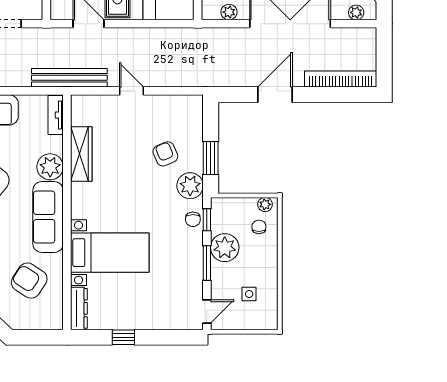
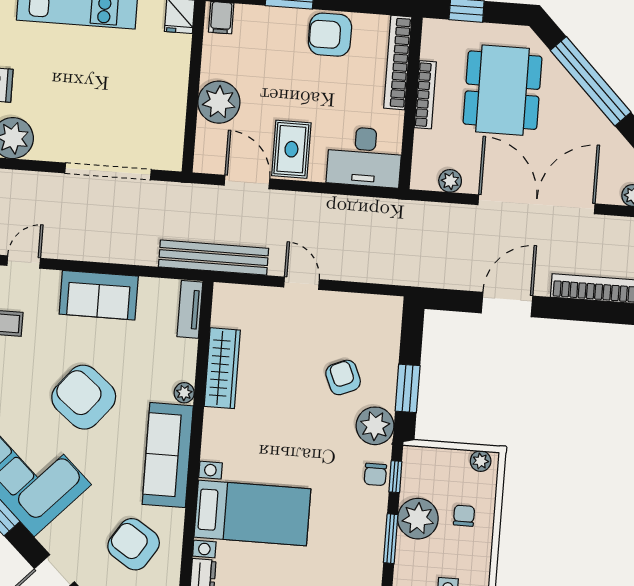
plant: (50, 167) -> (184, 393), width x0.53, depth x0.53
chair: (259, 227) -> (464, 516), moved

